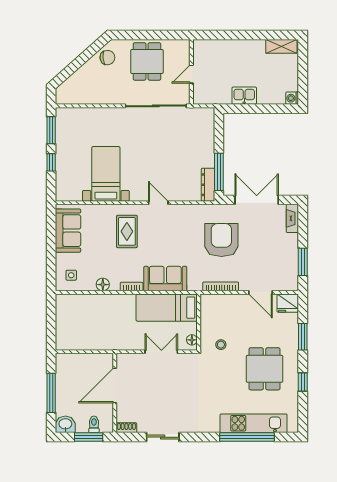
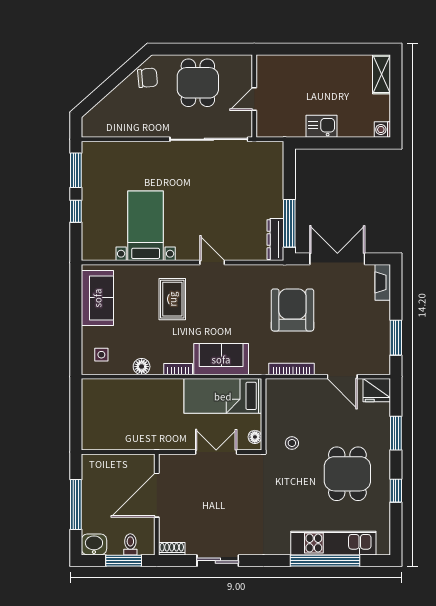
shelving: (281, 46) -> (382, 74), moved, turned 90

